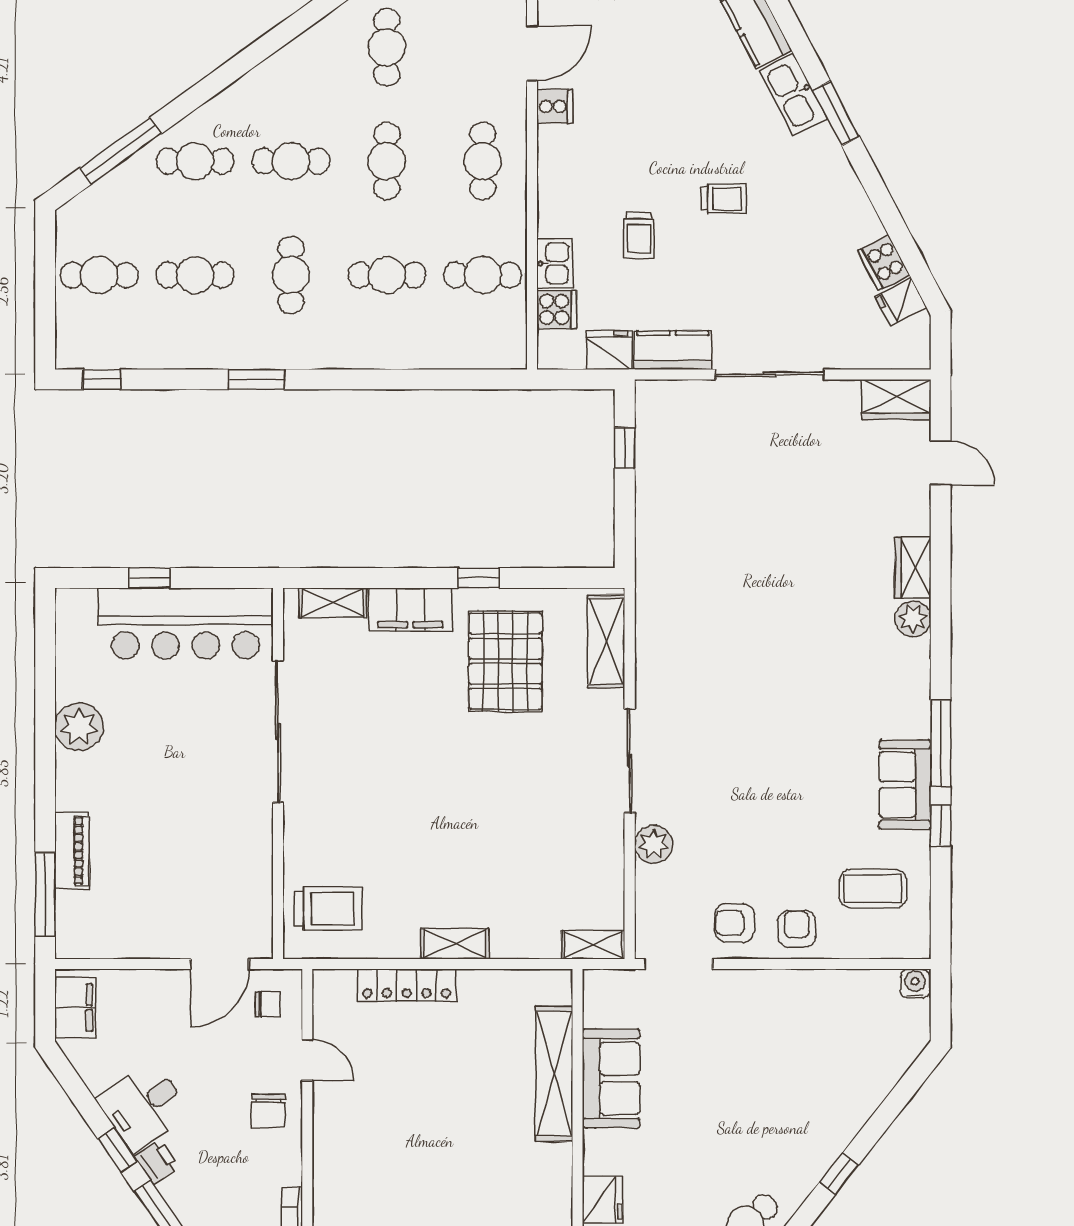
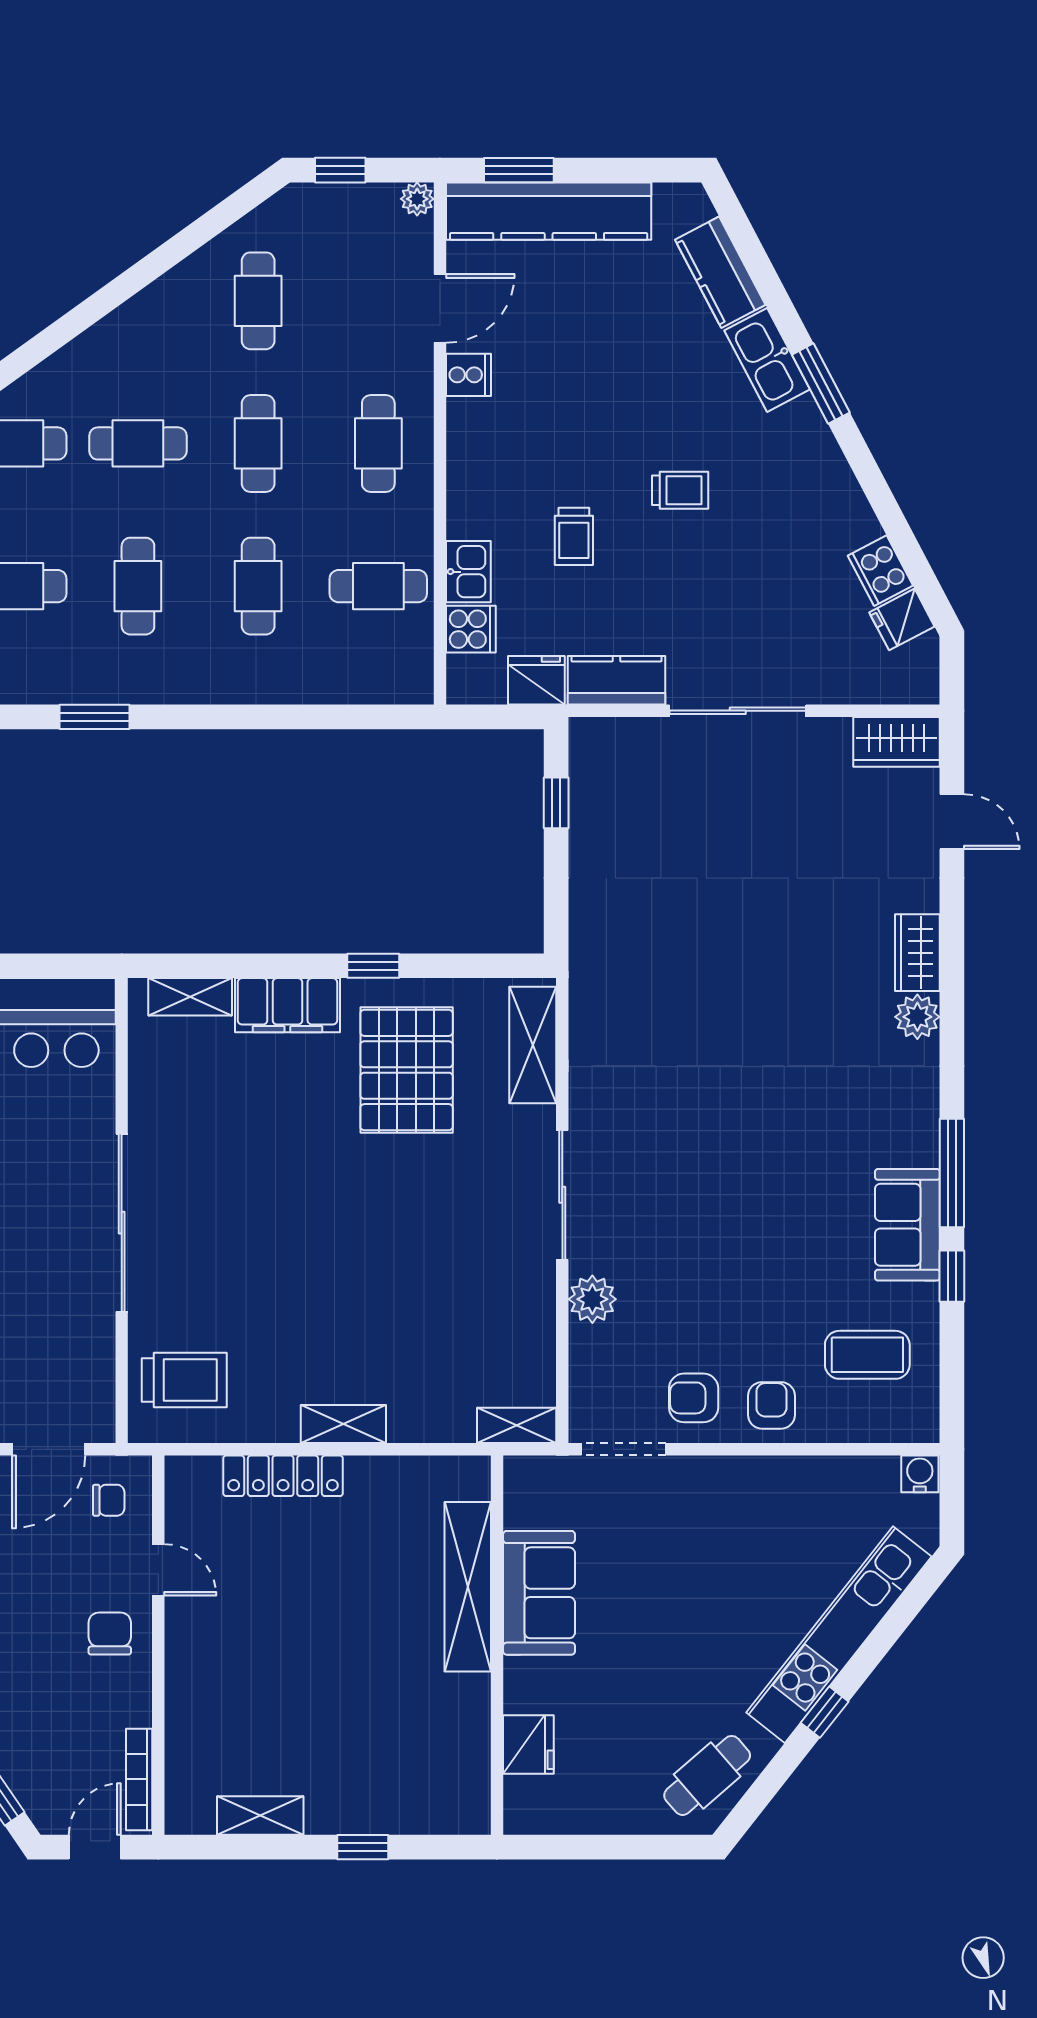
cafe table: (387, 275) -> (258, 586), turned 90
sliding door: (278, 732) -> (122, 1223), moved
chair: (268, 1111) -> (110, 1634), turned 180
kitchen unit: (850, 1112) -> (839, 1635), added

